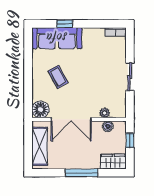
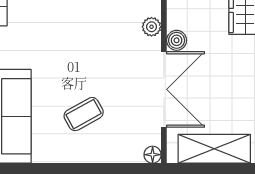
floor lamp: (40, 109) -> (153, 155), width x0.53, depth x0.53
boiler: (108, 126) -> (177, 40), moved

